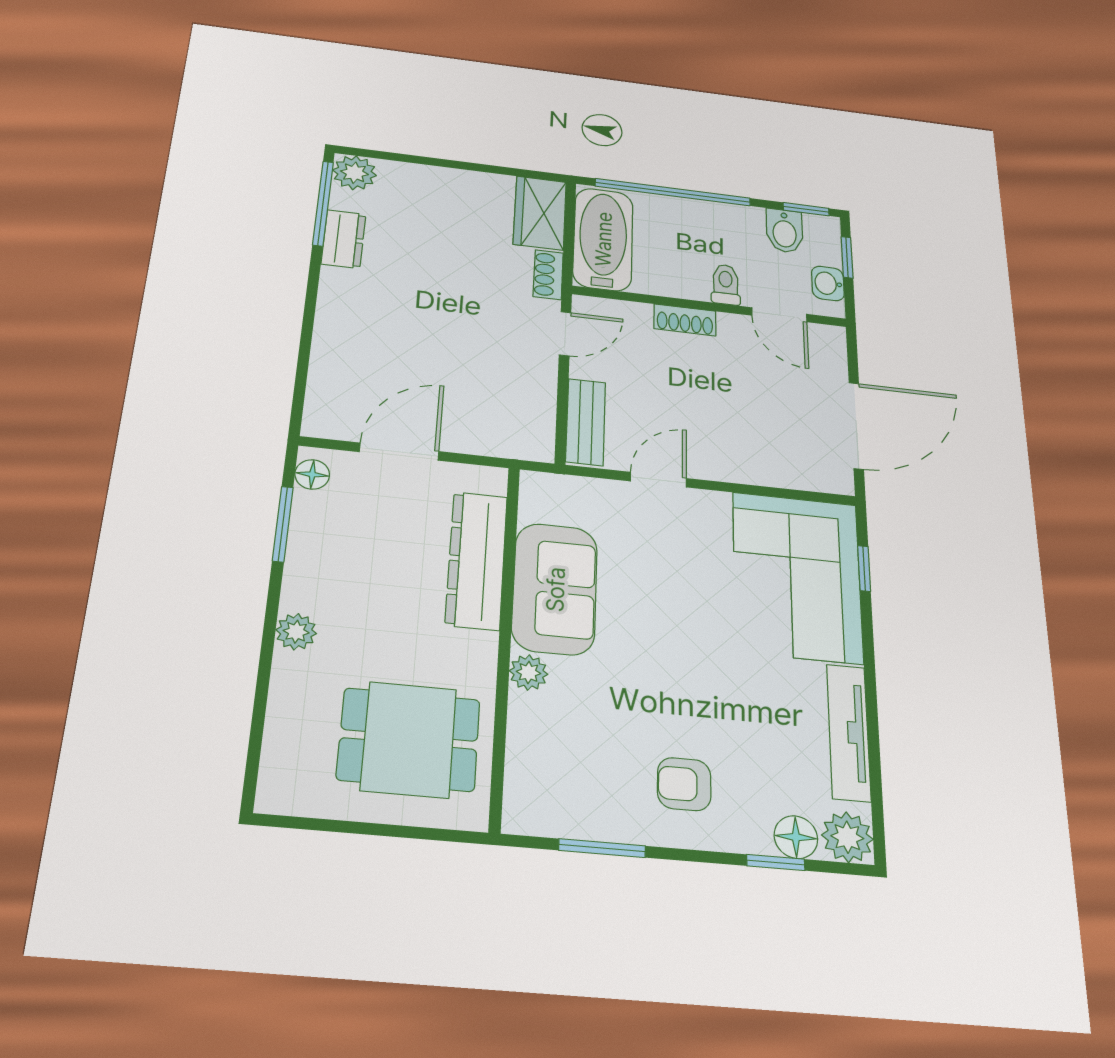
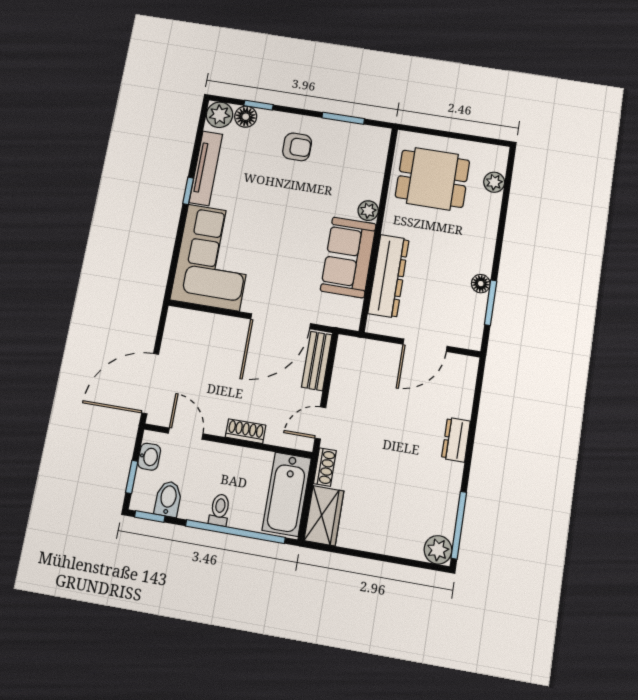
dresser: (344, 239) -> (456, 440), moved
toilet: (726, 285) -> (220, 510), moved, turned 180
door: (856, 426) -> (150, 384), moved
floor lamp: (312, 474) -> (481, 284), moved
door: (658, 480) -> (281, 321), width x1.88
window: (864, 568) -> (188, 191), moved
plant: (296, 632) -> (494, 182), moved

